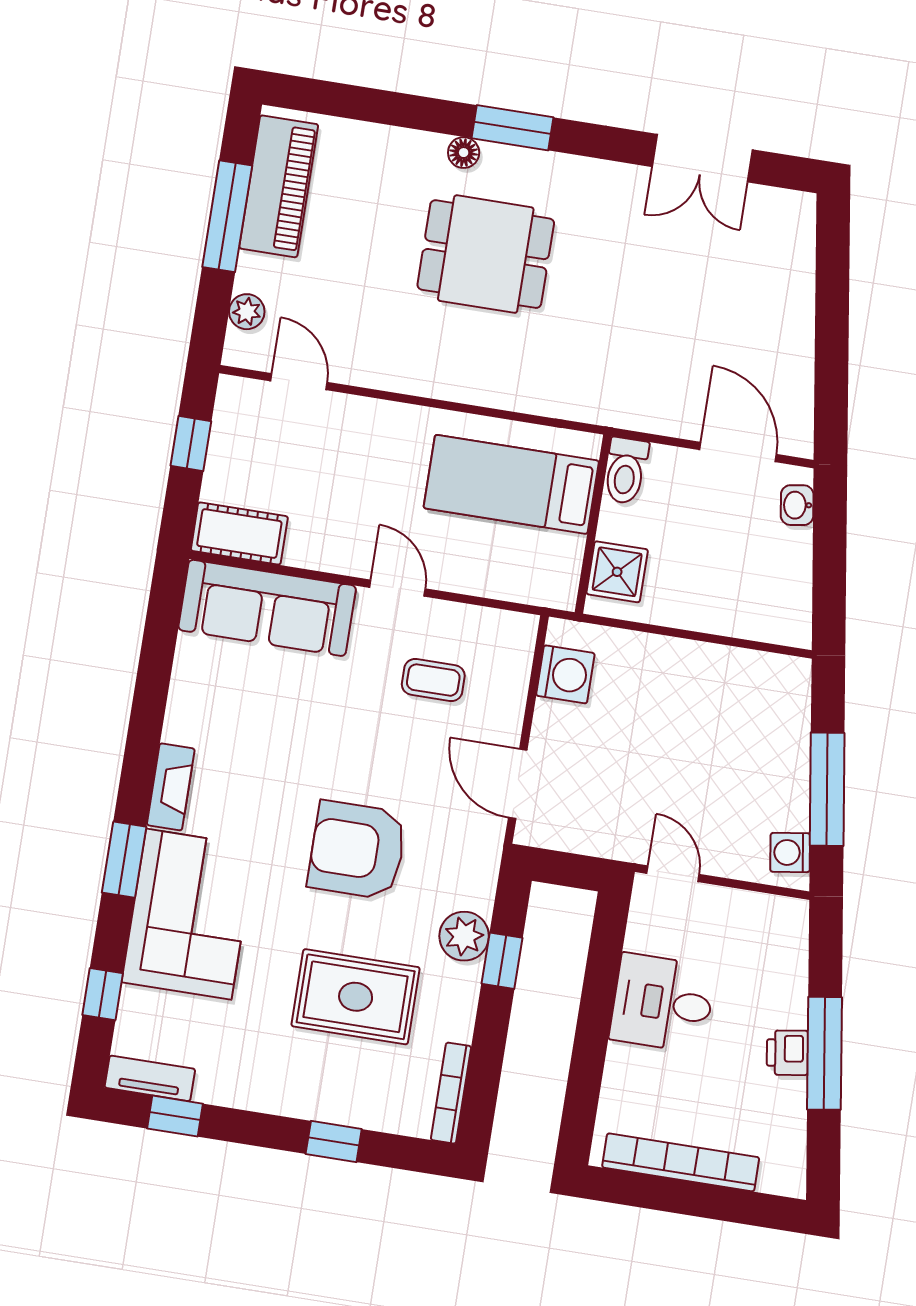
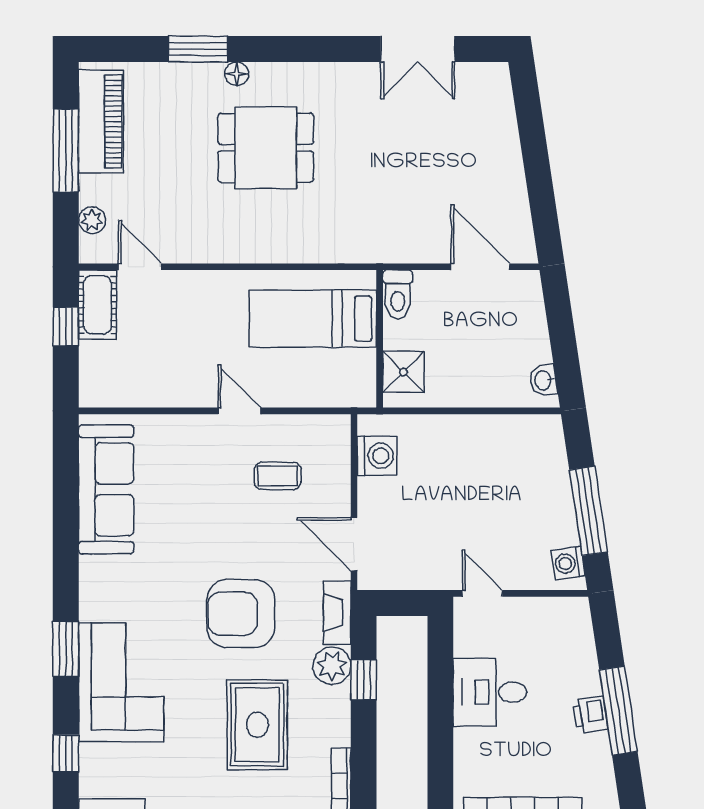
window: (513, 128) -> (198, 49), moved
washbasin: (797, 505) -> (543, 380), moved
cot: (239, 534) -> (97, 305), moved, turned 90
sofa: (267, 608) -> (106, 489), moved, turned -90
fireplace: (171, 787) -> (337, 613), moved, turned 180
rug: (356, 997) -> (257, 725), turned 90

